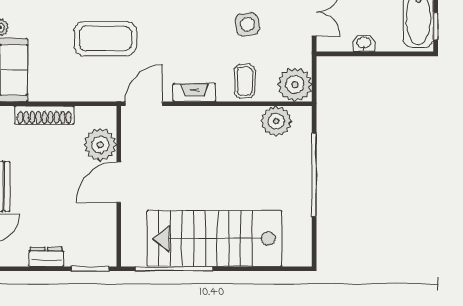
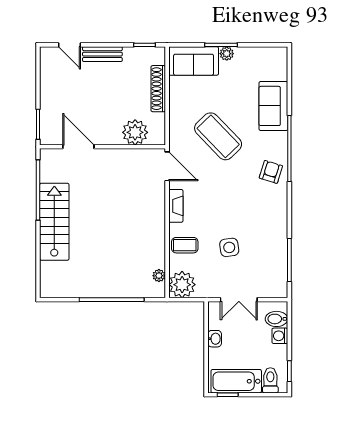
coffee table: (105, 39) -> (218, 136), turned -44
plant: (276, 121) -> (159, 276), width x0.53, depth x0.53
door: (119, 182) -> (78, 147), moved
stairs: (215, 238) -> (54, 222), width x0.73, depth x0.66
dresser: (46, 257) -> (47, 90), removed

